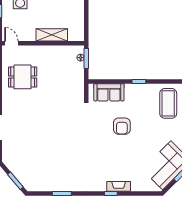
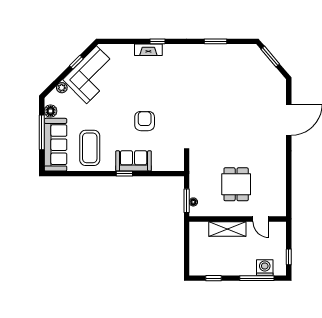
door: (11, 43) -> (261, 219), moved
dining table: (23, 77) -> (236, 184), moved, turned 90
sofa: (109, 92) -> (134, 161), moved

